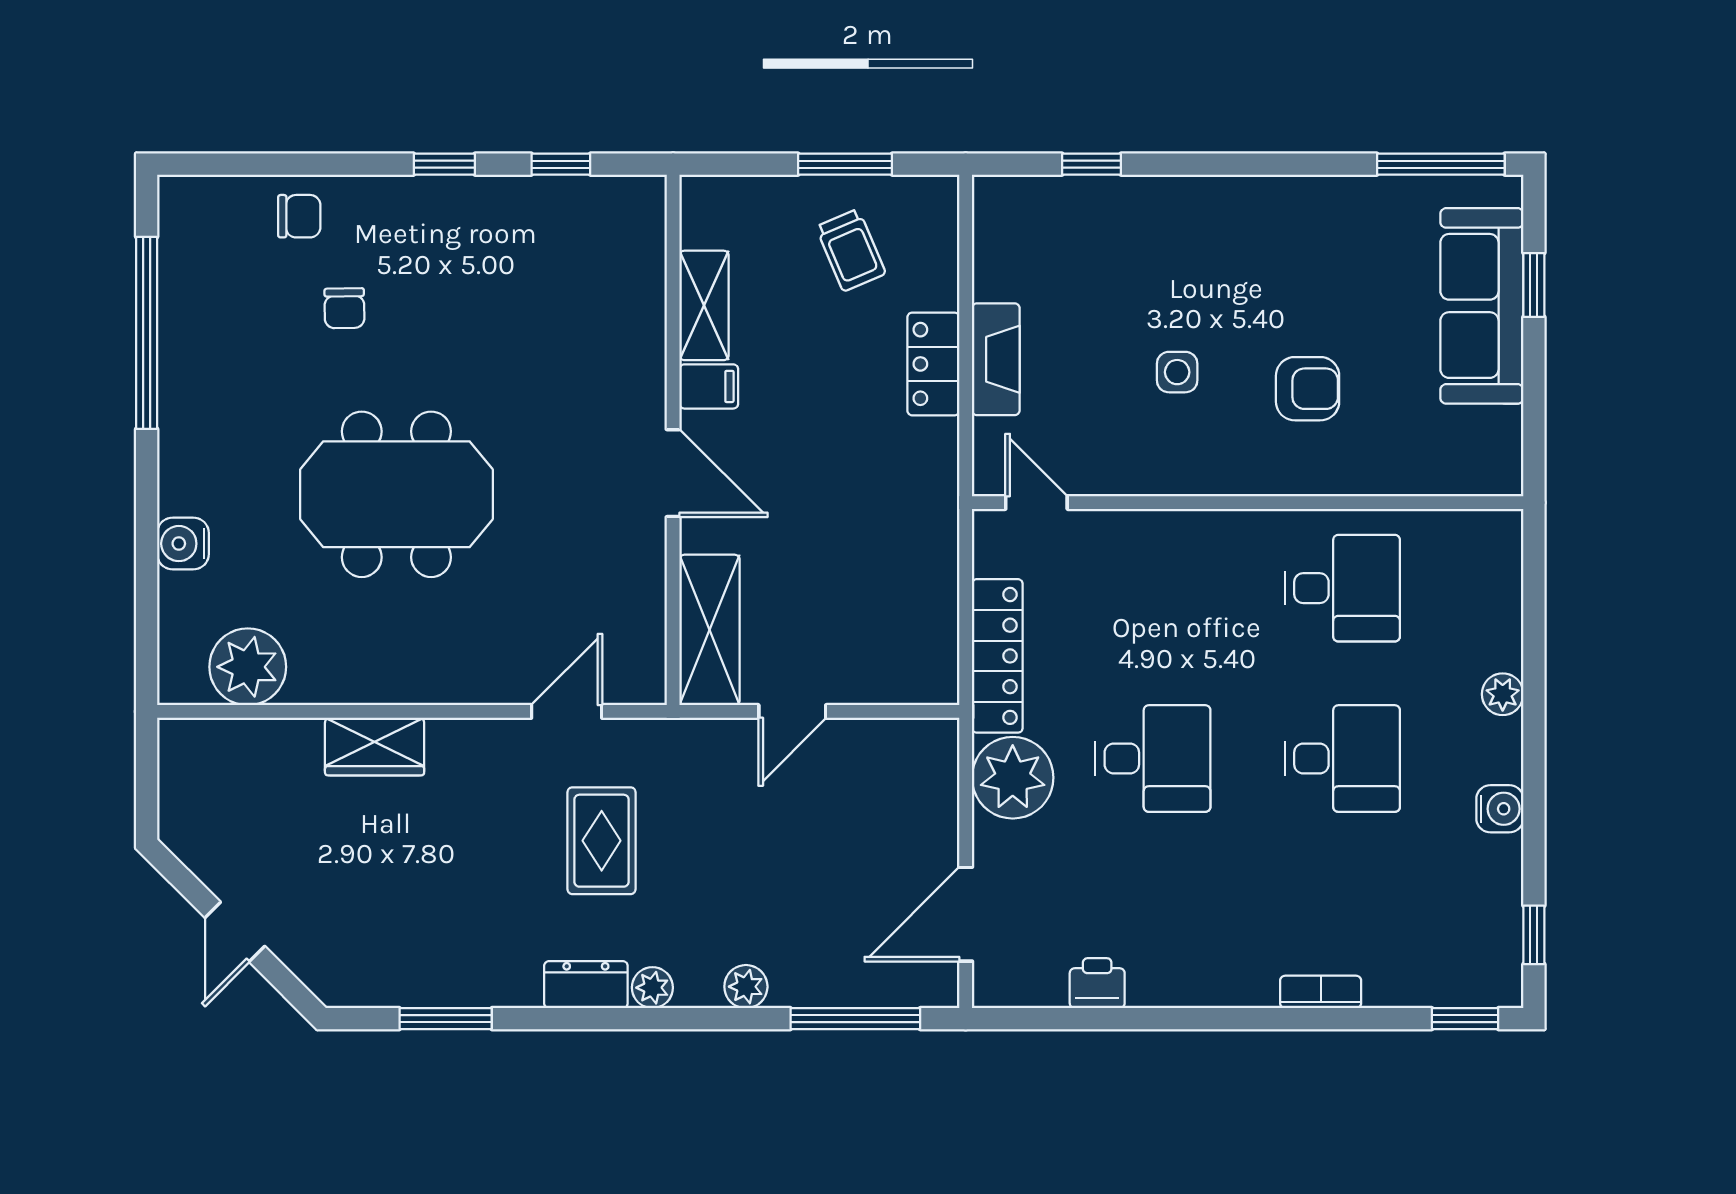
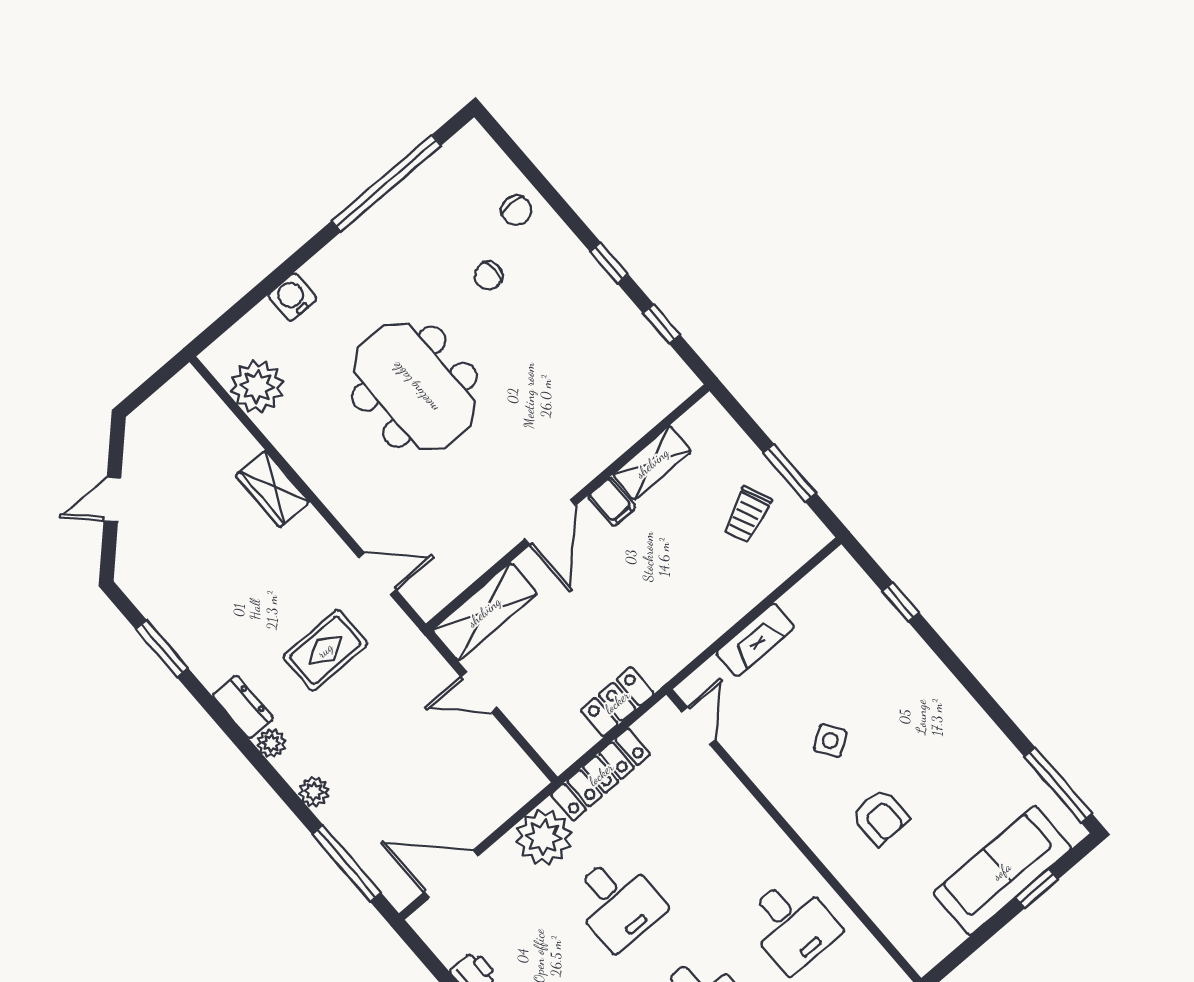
locker: (933, 364) -> (617, 702), moved
side table: (1177, 372) -> (830, 741), turned -33

